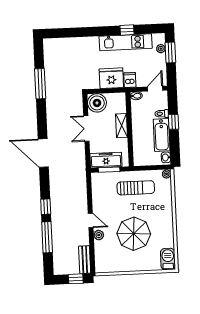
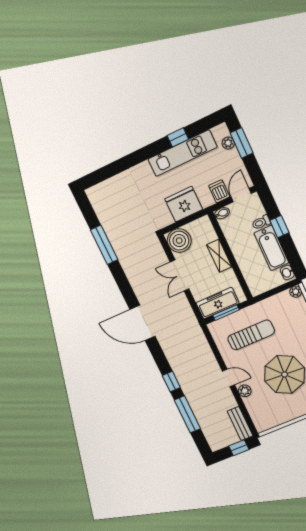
dishwasher: (130, 80) -> (219, 191), moved
sun lounger: (136, 188) -> (251, 335), moved

